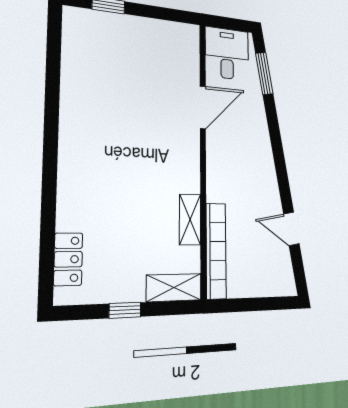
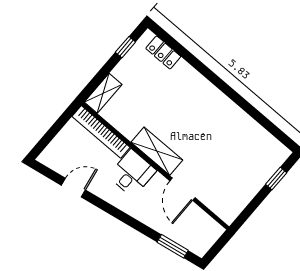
desk: (227, 54) -> (132, 173), moved, turned -90
shelving: (190, 220) -> (157, 151), moved, width x1.50, depth x1.33
window: (125, 310) -> (125, 47), moved

